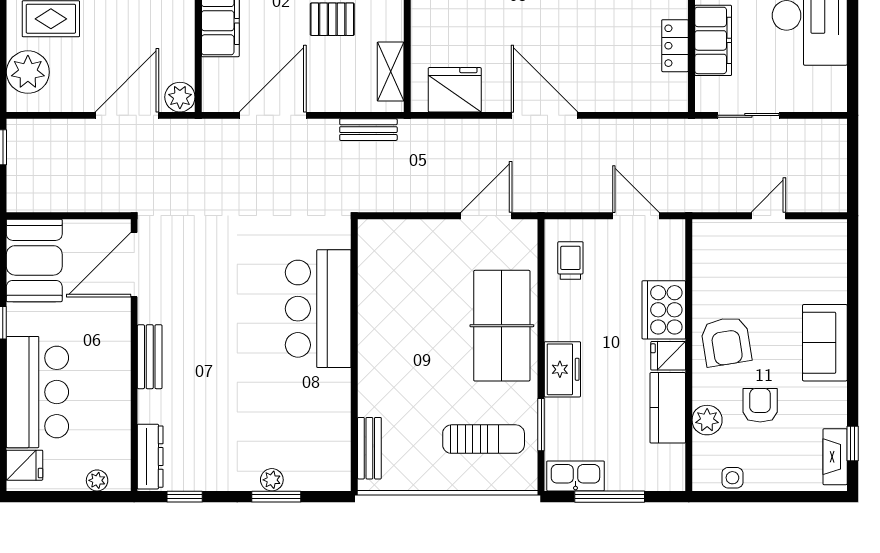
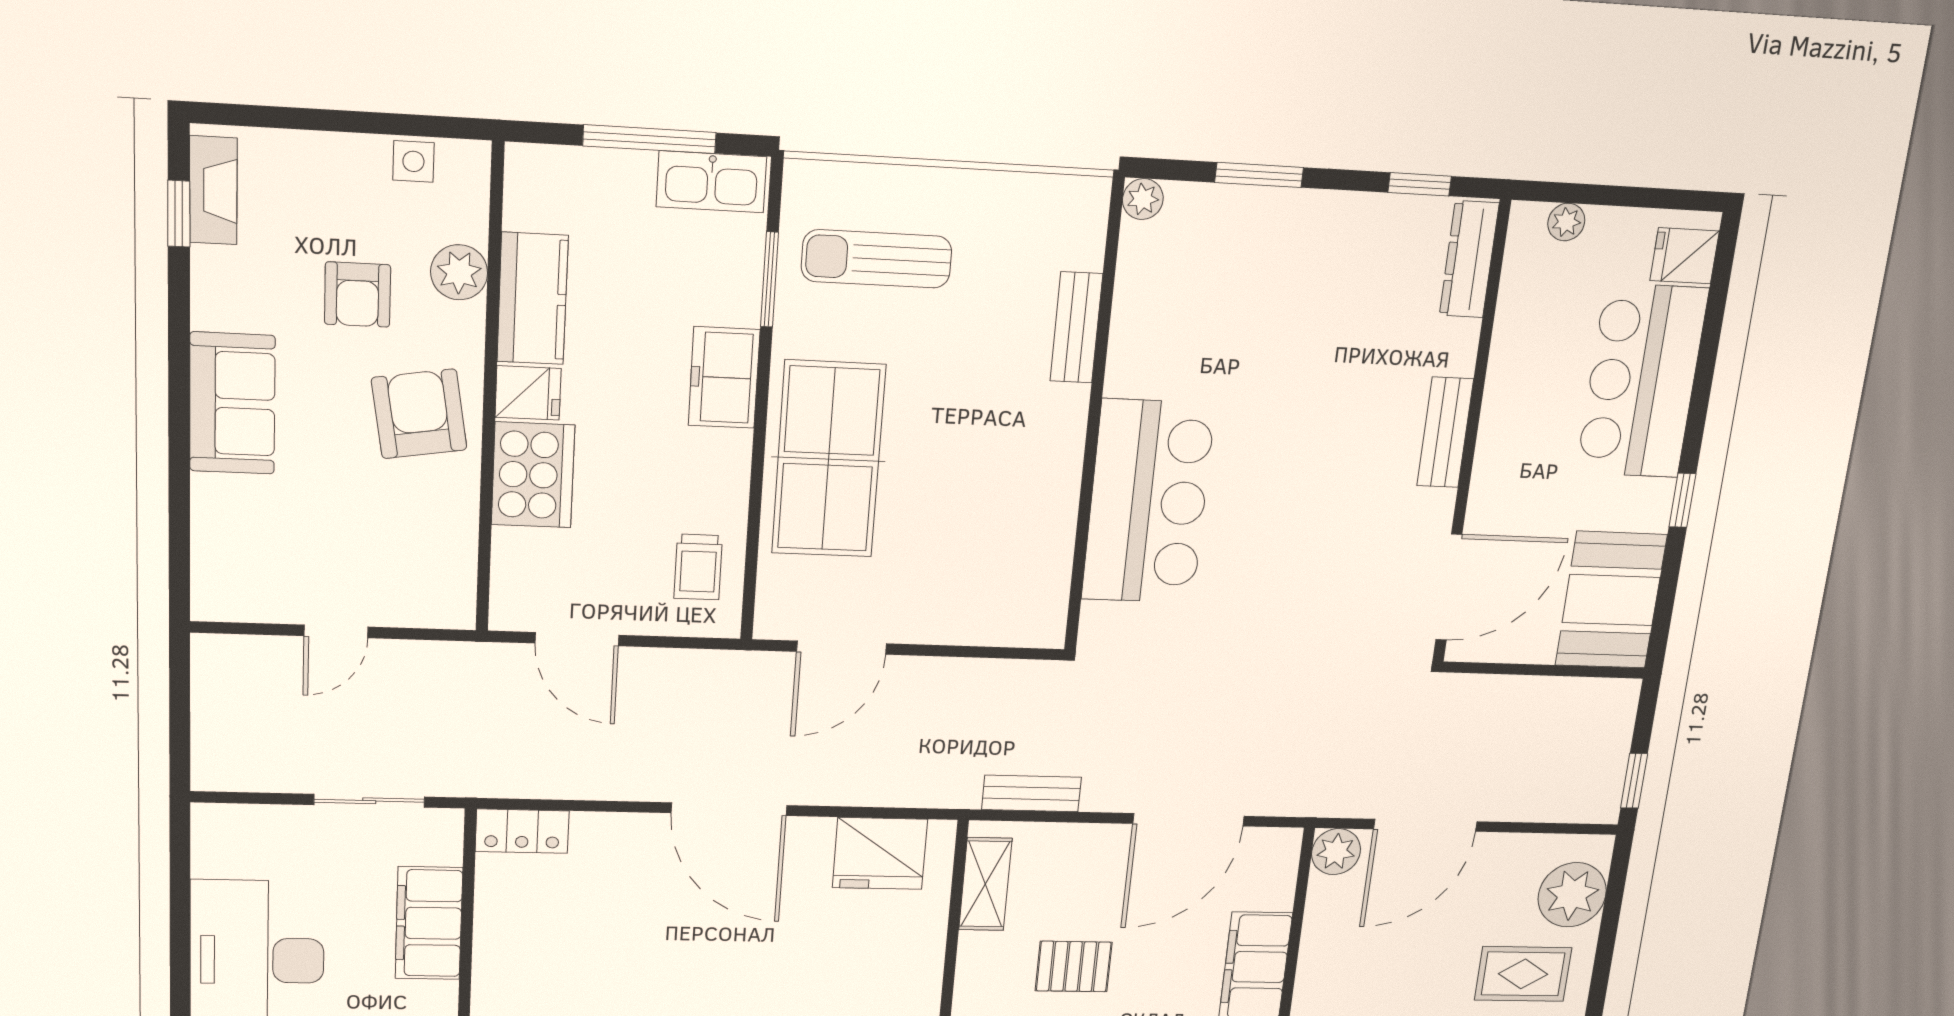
locker: (675, 46) -> (522, 831), moved, turned 90
bench: (369, 448) -> (1076, 327), moved
plant: (272, 480) -> (1143, 199), moved

